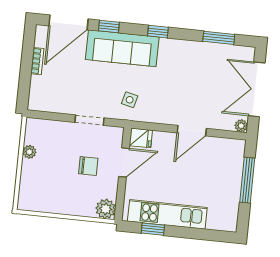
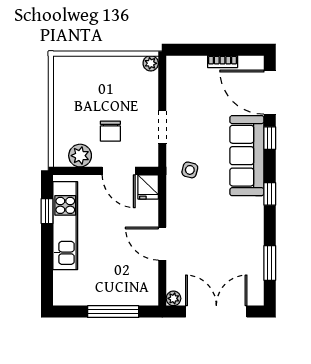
plant: (29, 152) -> (151, 63), moved
plant: (106, 209) -> (80, 156), moved

